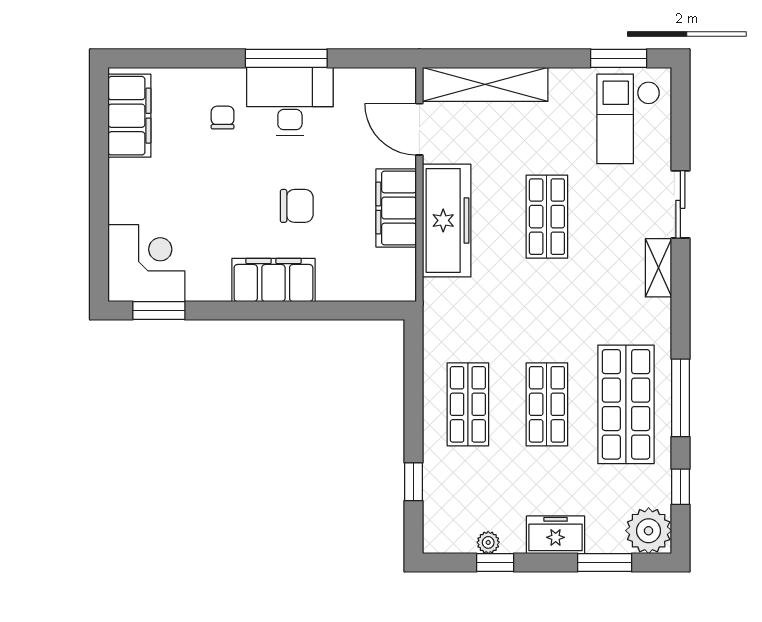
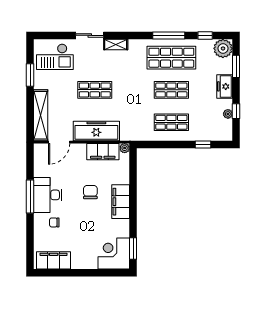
window: (619, 58) -> (30, 75), moved
filing cabinet: (396, 208) -> (103, 152), moved
plant: (405, 290) -> (125, 148), added

